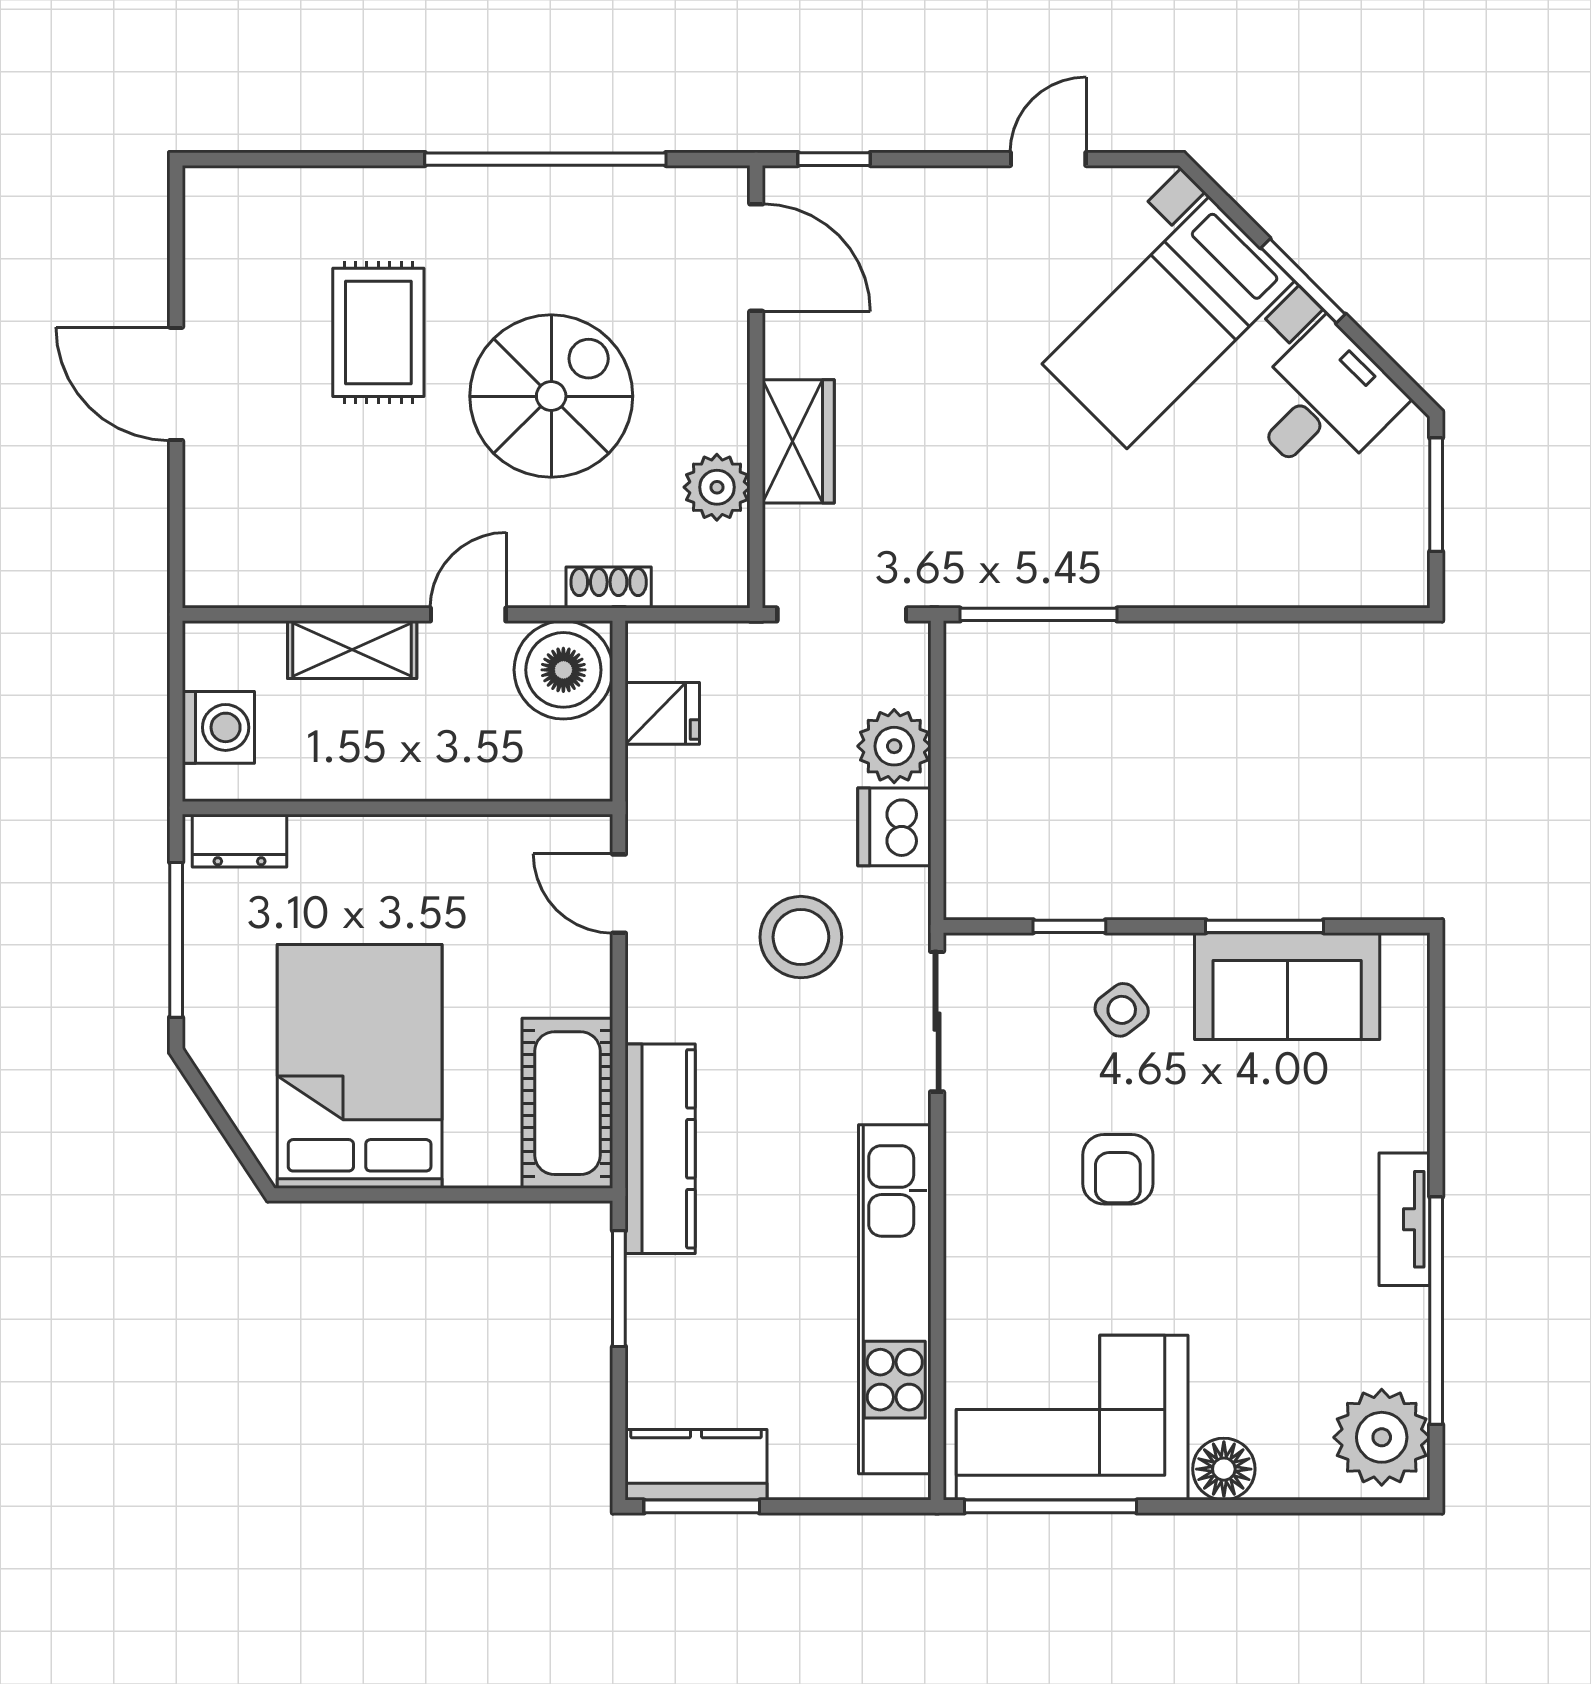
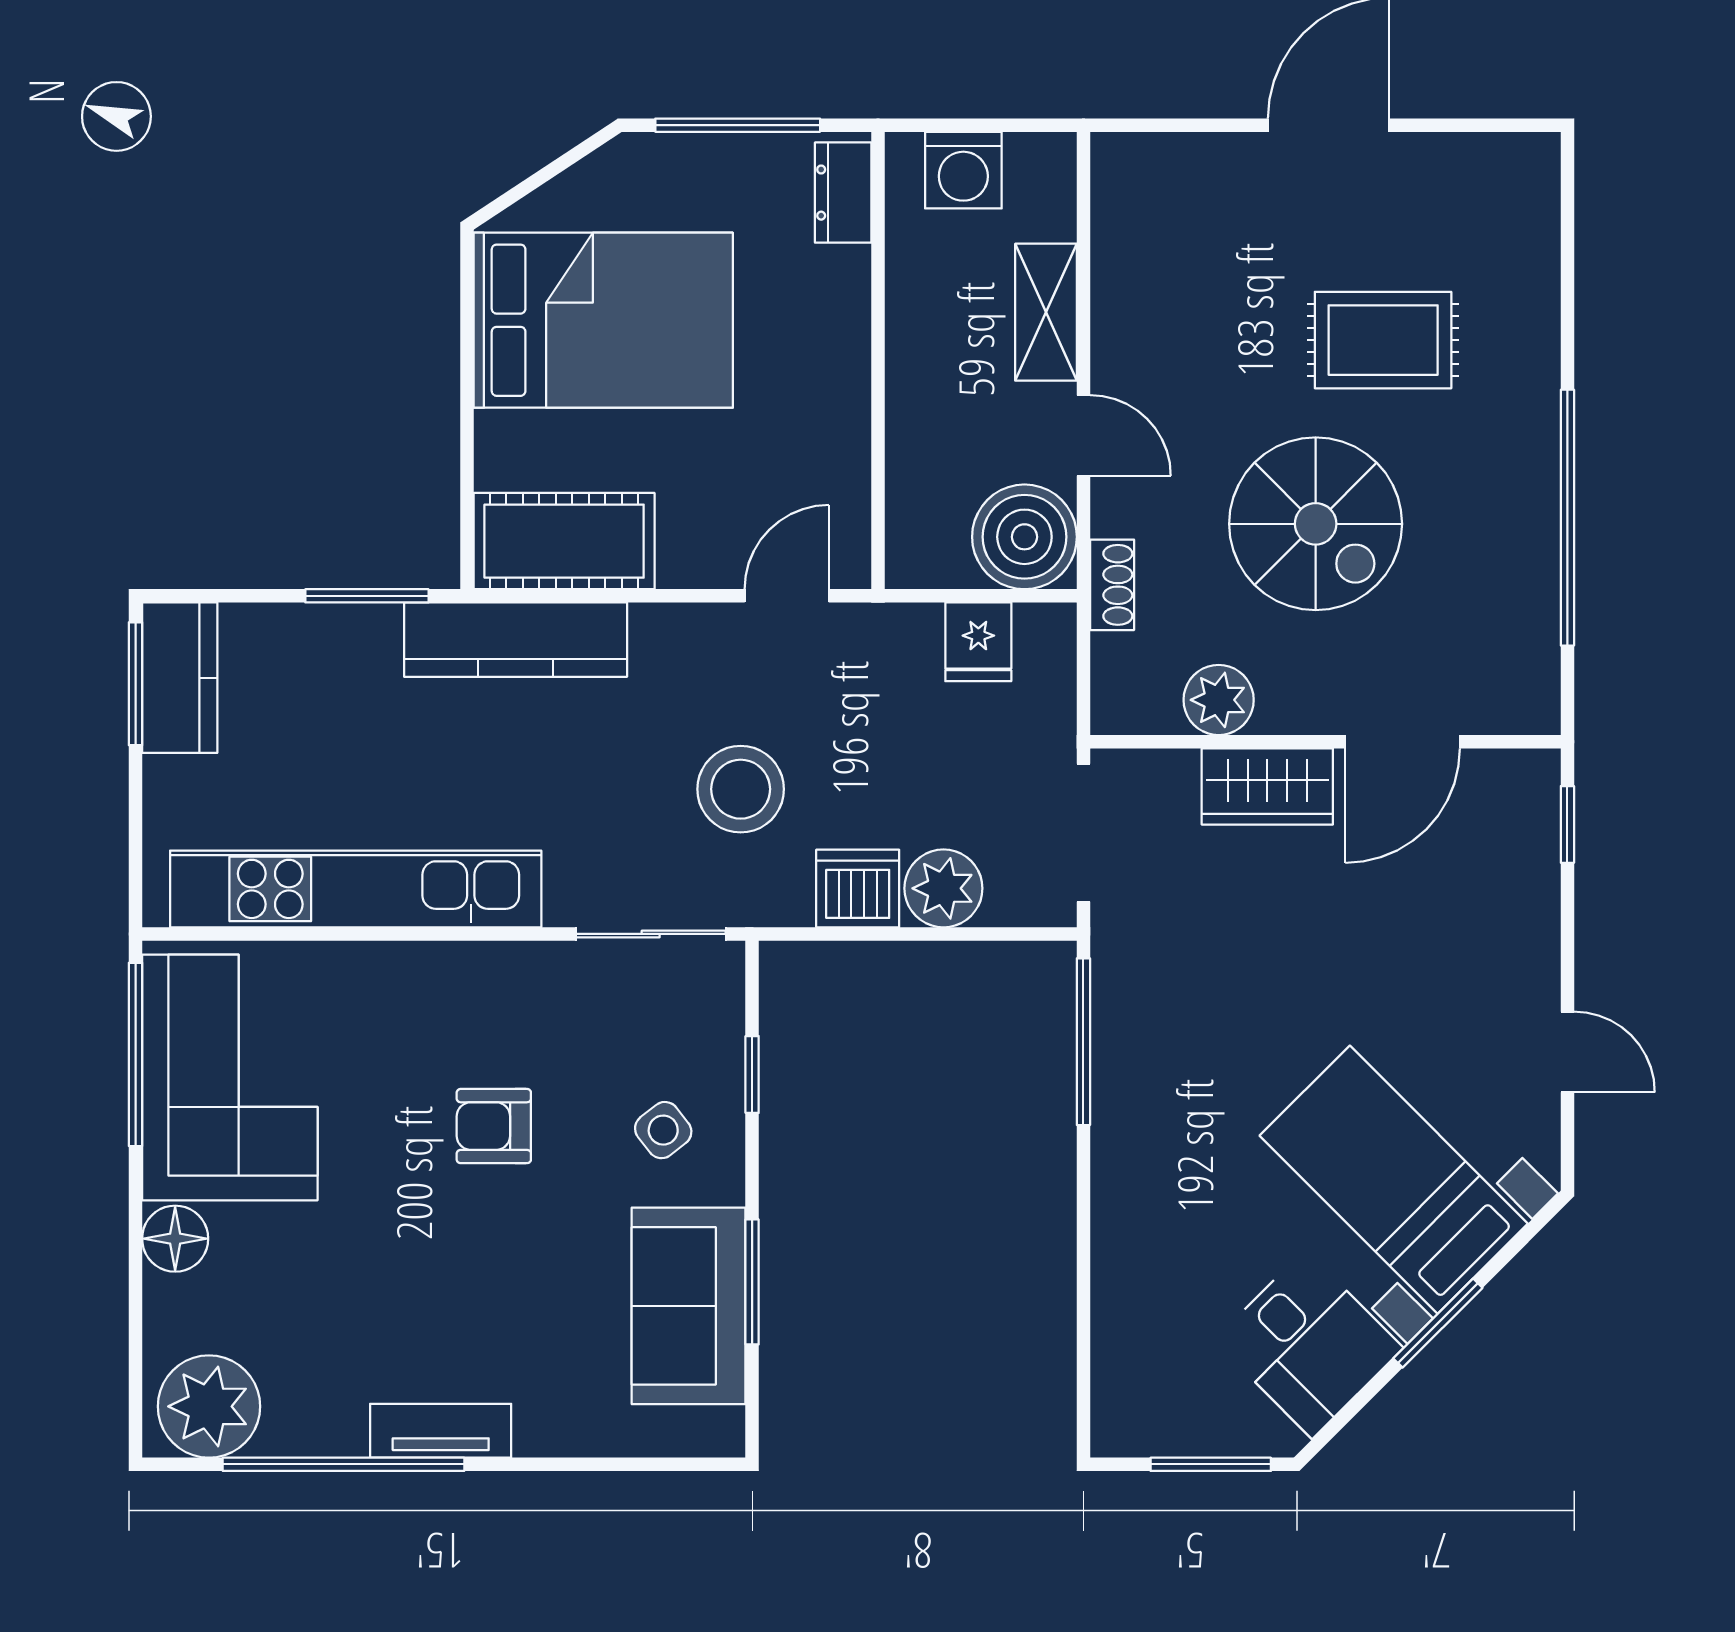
door: (756, 258) -> (1403, 742), moved

